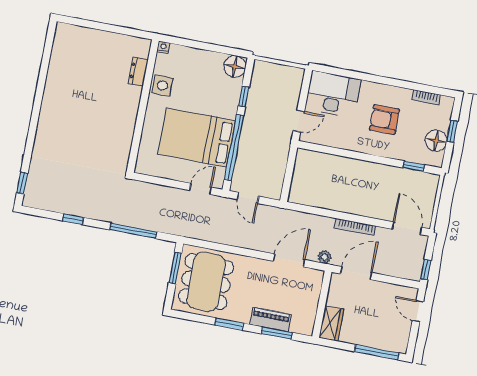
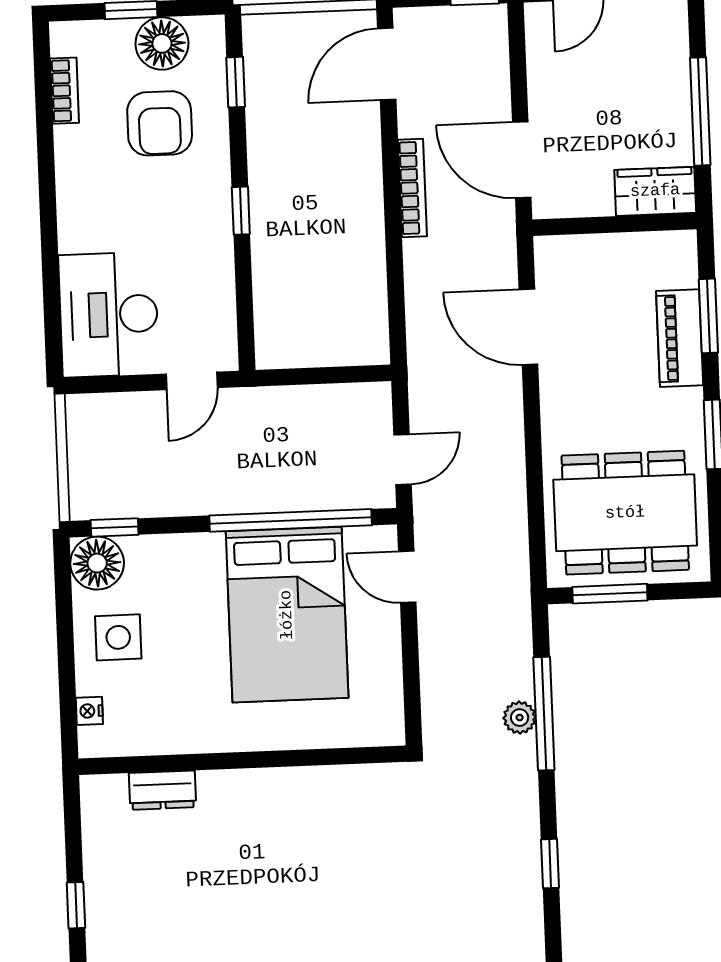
window: (100, 26) -> (76, 905), added
nightstand: (163, 47) -> (89, 711), moved
side table: (162, 85) -> (118, 637), moved
window: (244, 96) -> (115, 527), moved
armchair: (384, 120) -> (160, 123), moved
door: (299, 121) -> (192, 381), swing flipped
window: (362, 156) -> (241, 211), added
plant: (324, 257) -> (520, 718), moved
window: (377, 352) -> (700, 111), moved

